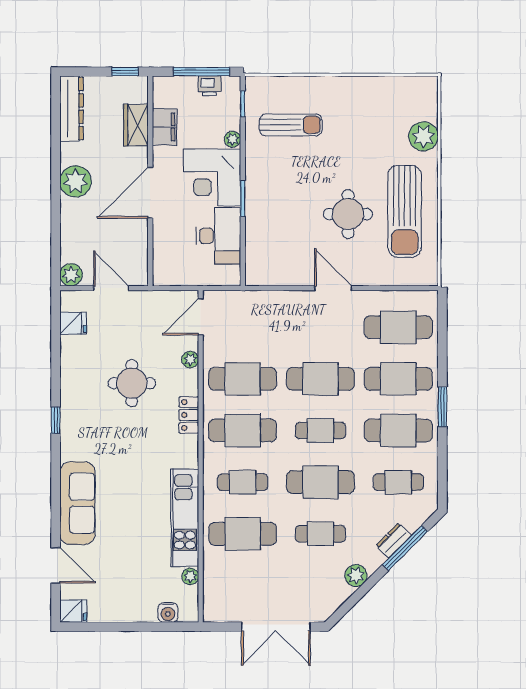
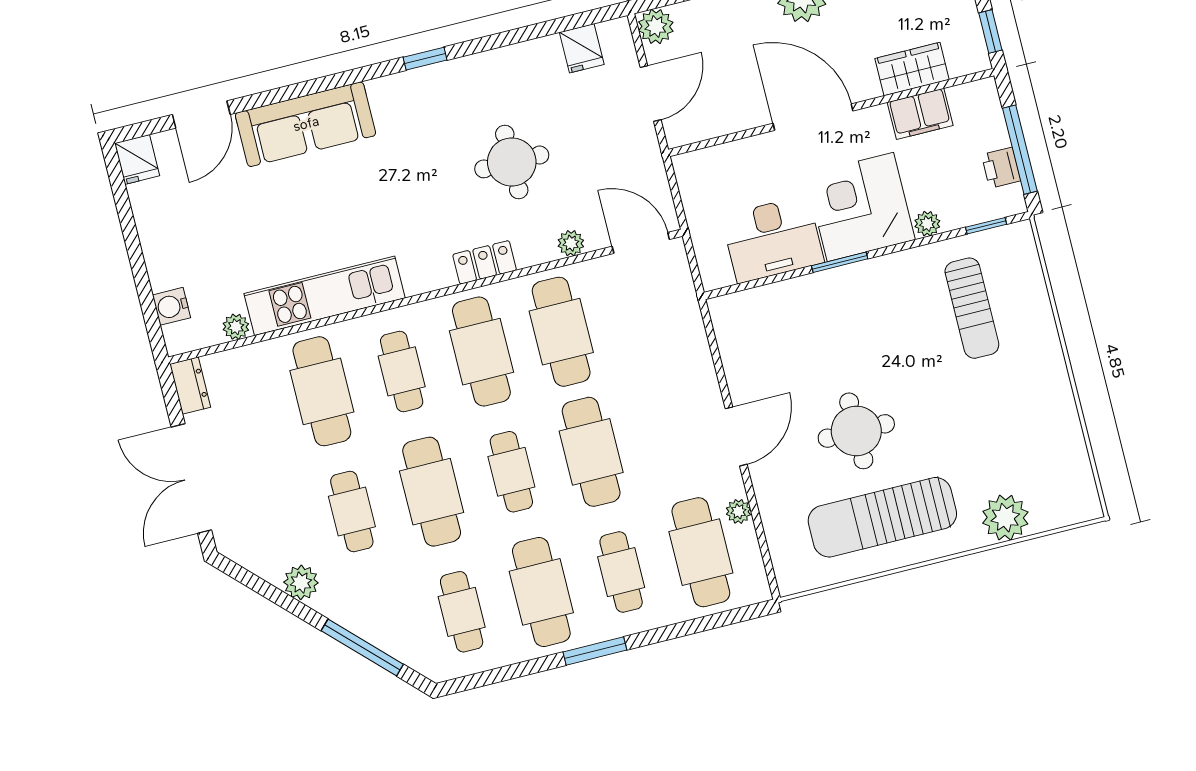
plant: (379, 298) -> (738, 511), added
cafe table: (398, 379) -> (621, 572), width x0.73, depth x0.74
dresser: (394, 540) -> (190, 386), moved, turned 45

